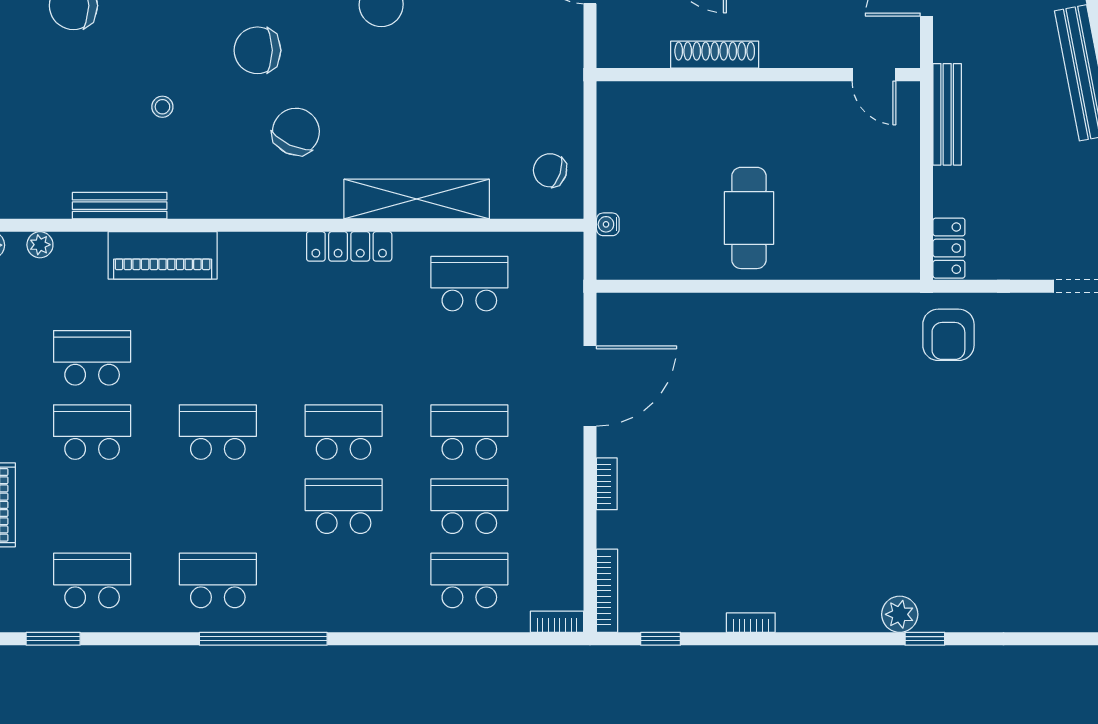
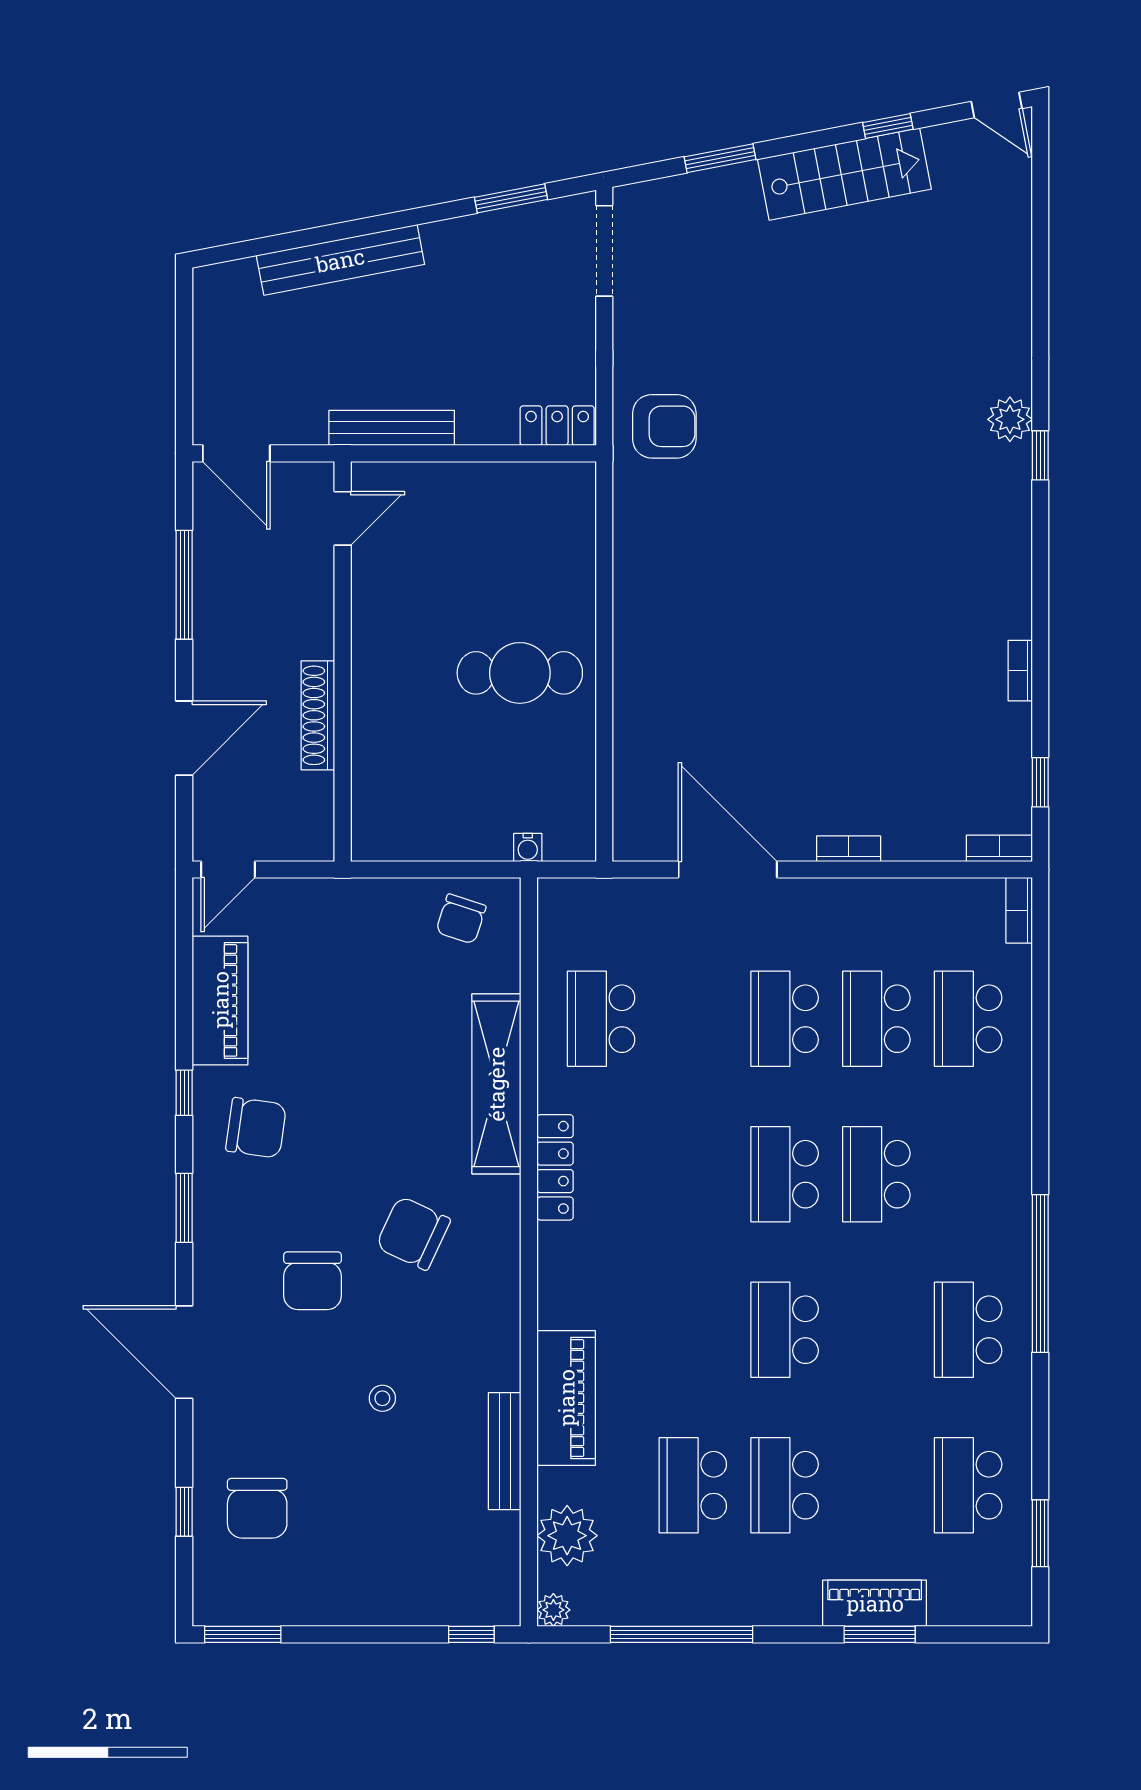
plant: (40, 245) -> (567, 1536), width x1.87, depth x1.87
bookcase: (607, 591) -> (999, 848), width x0.64
plant: (900, 614) -> (1010, 419), moved

